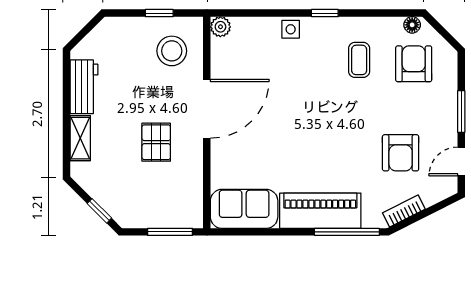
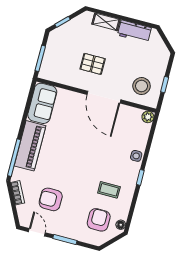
armchair: (414, 64) -> (99, 220), turned -90

